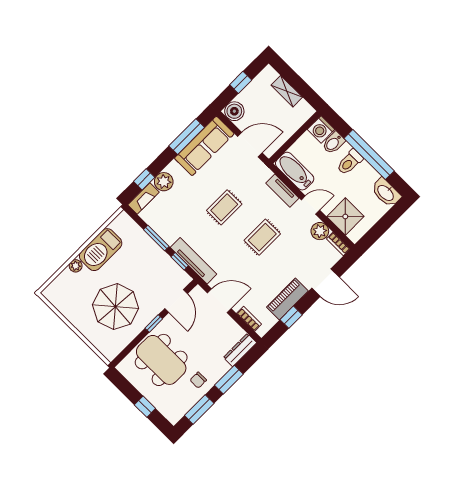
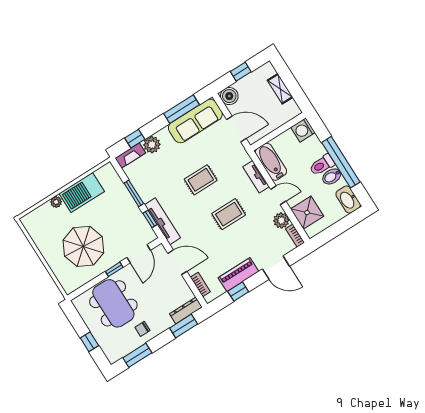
bidet: (334, 143) -> (332, 176), moved
window: (229, 380) -> (184, 326), moved

